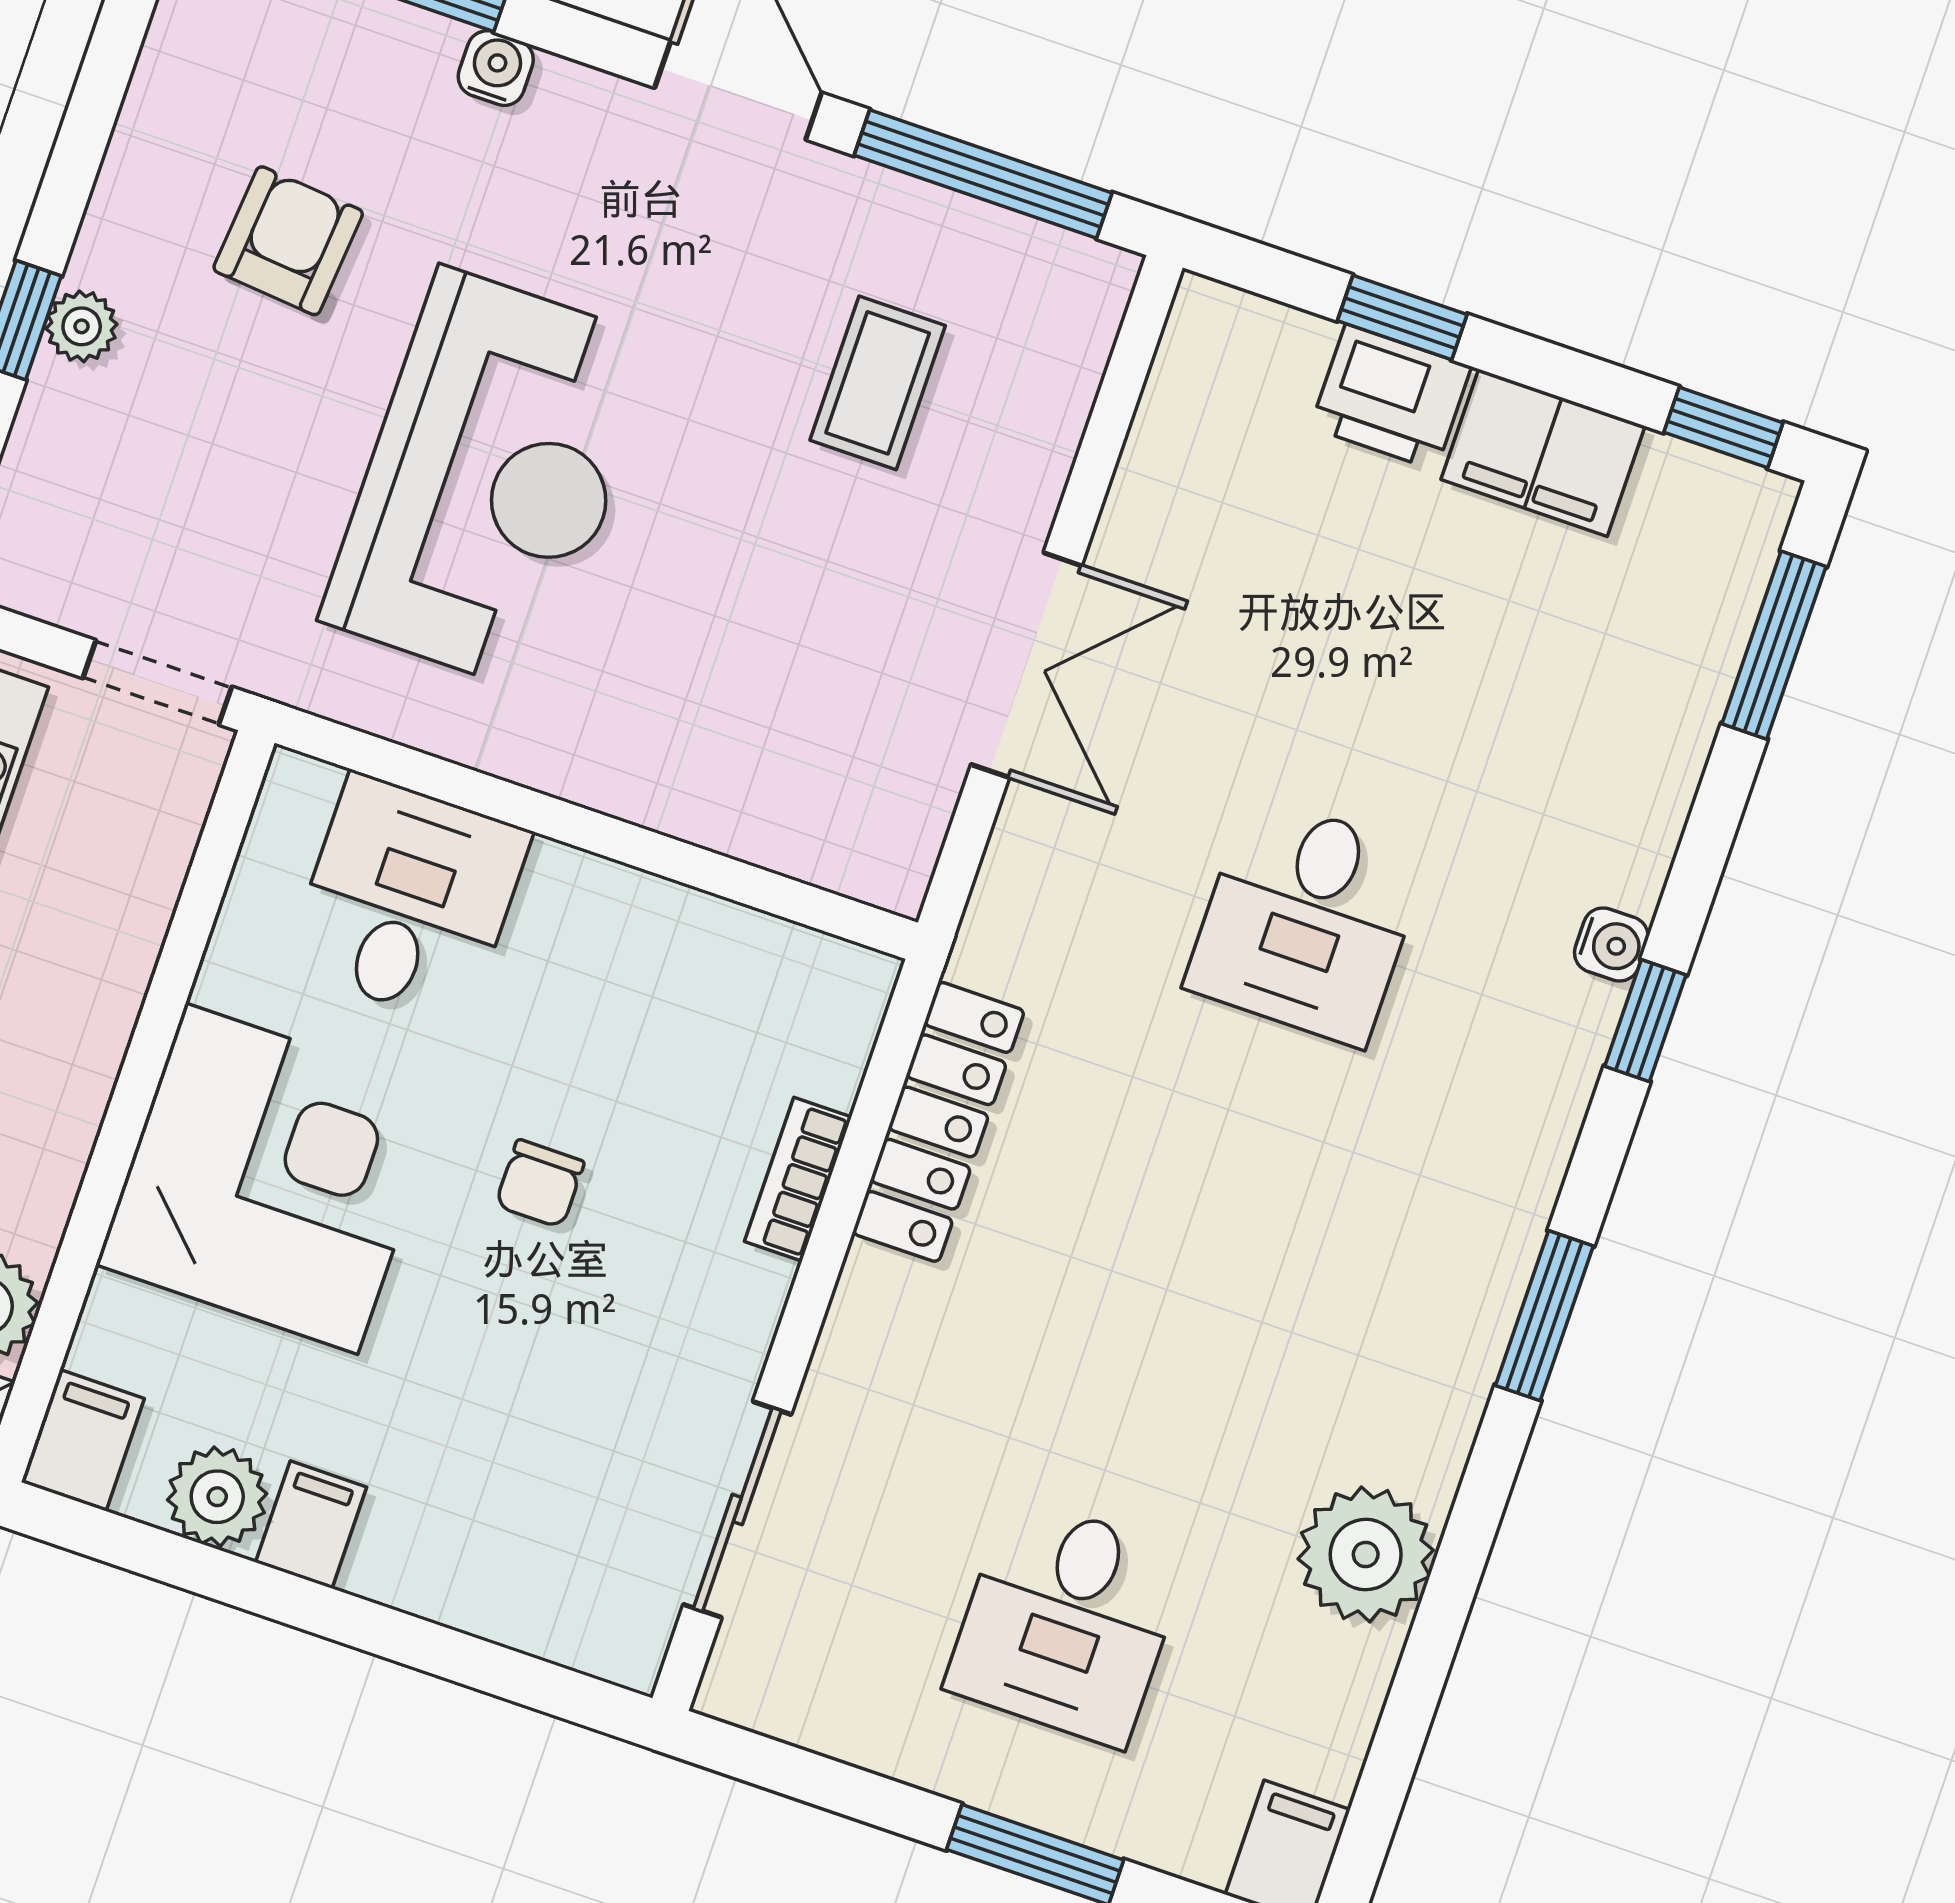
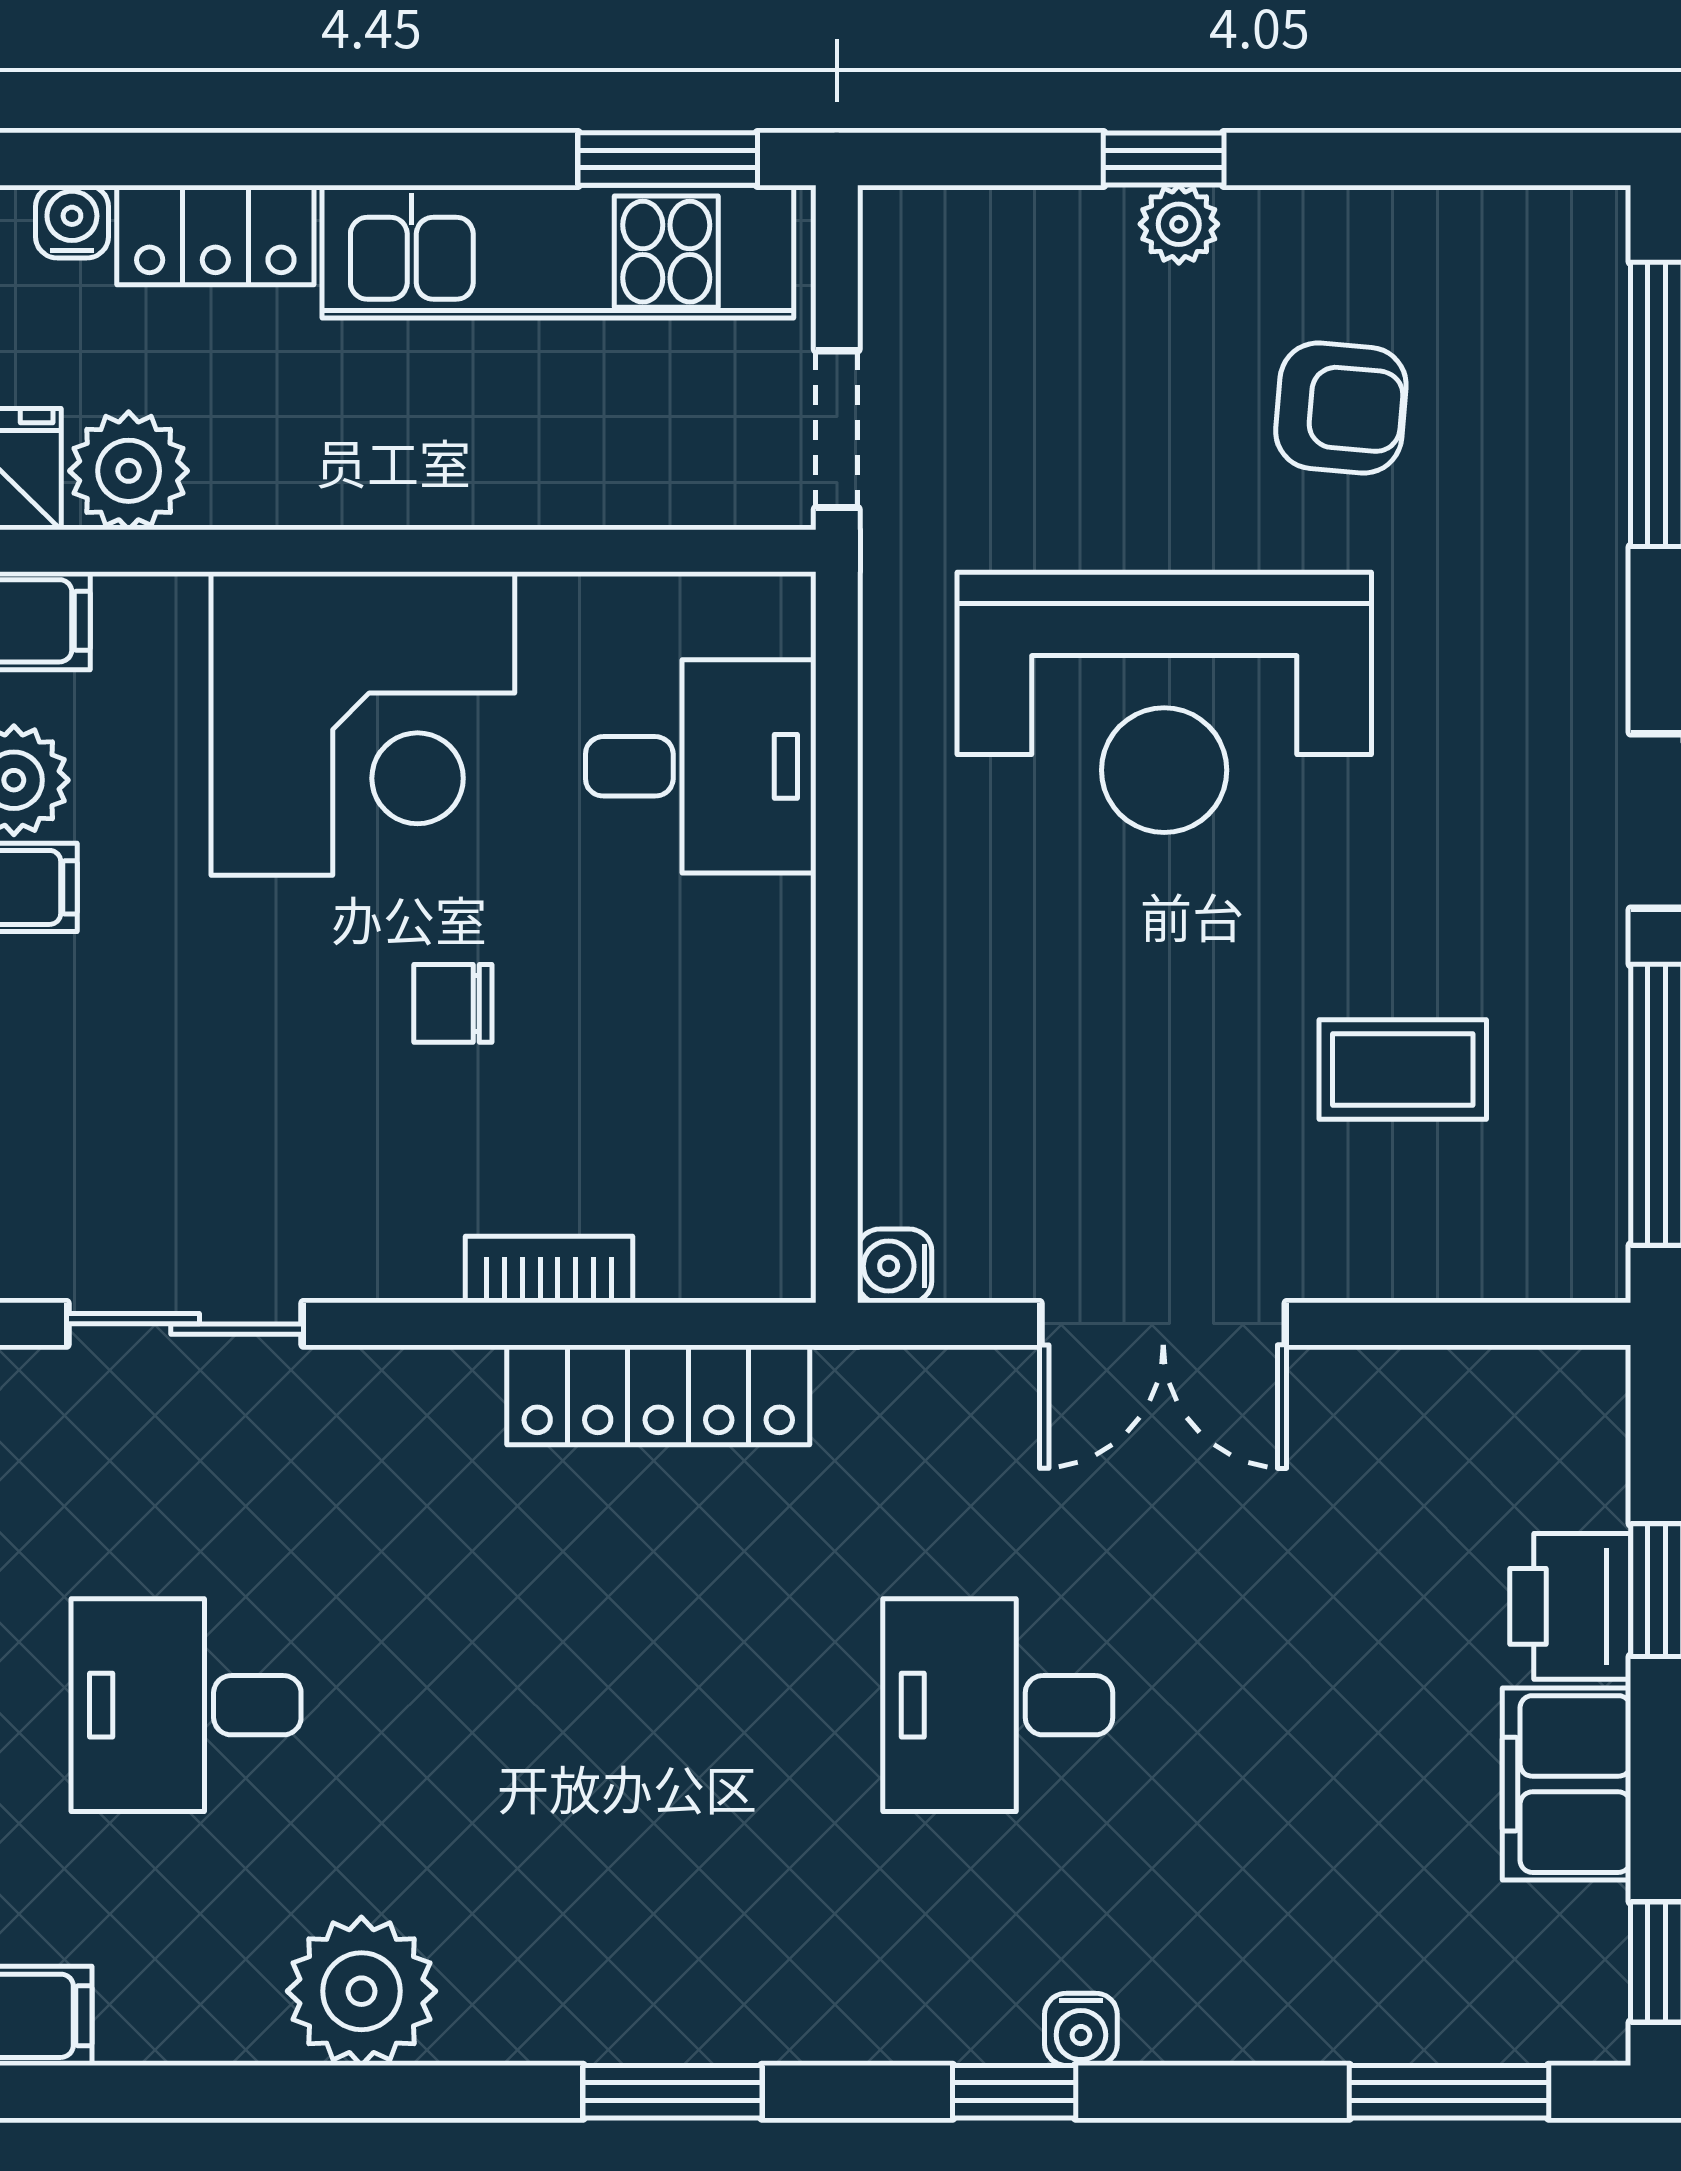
water cooler: (496, 68) -> (895, 1266), moved, turned 180

